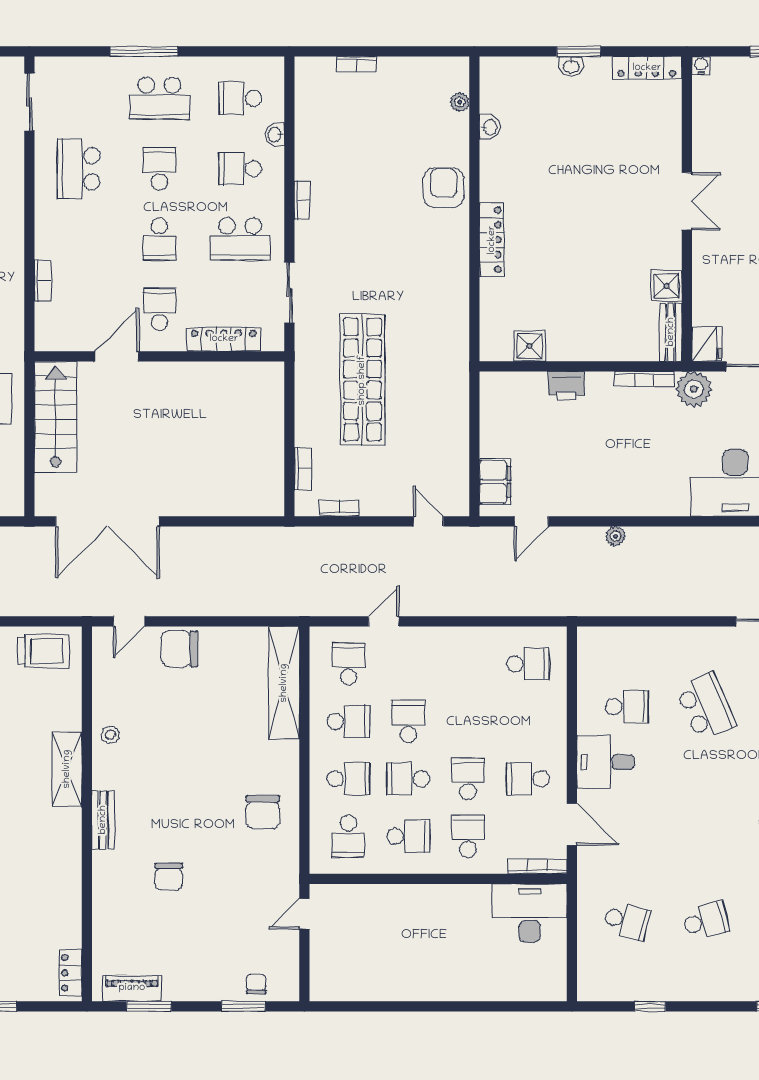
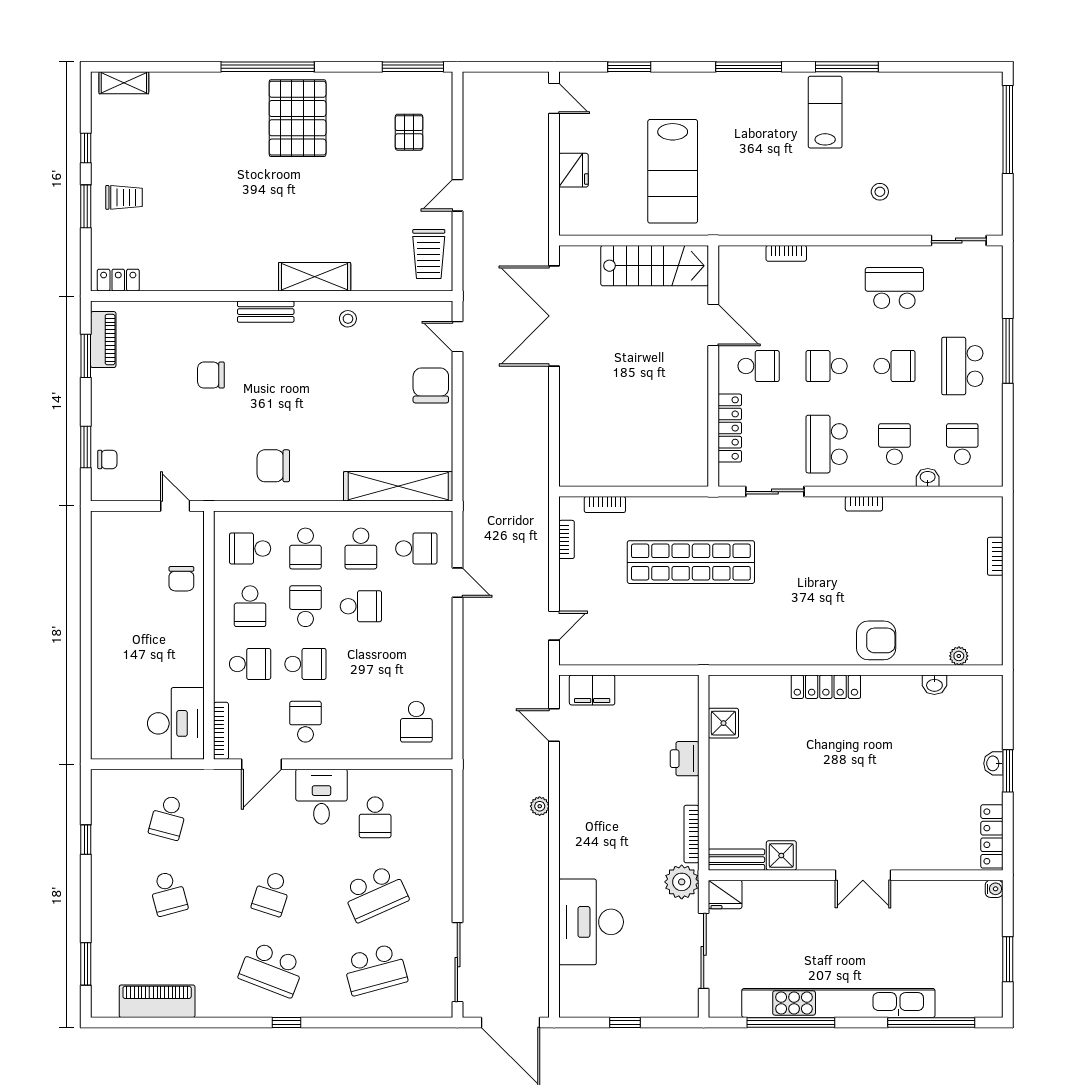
school desk: (706, 814) -> (272, 893), added
chair: (380, 907) -> (181, 579), added

